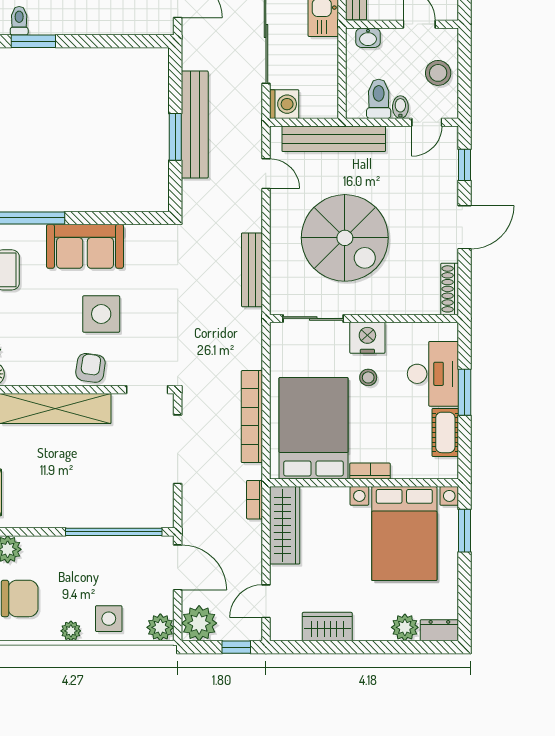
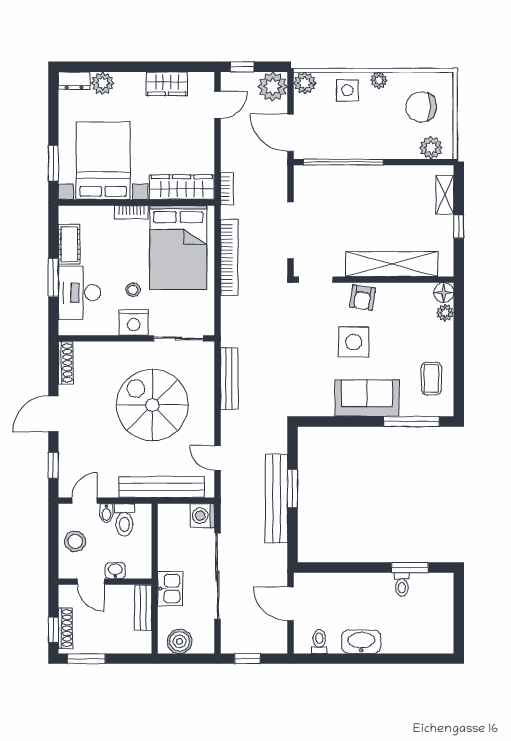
toilet: (19, 21) -> (402, 584), moved
washbasin: (368, 38) -> (115, 570), moved
wardrobe: (285, 525) -> (182, 187), moved, turned 90

